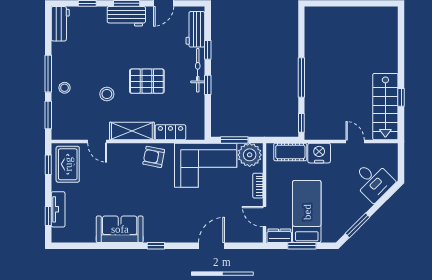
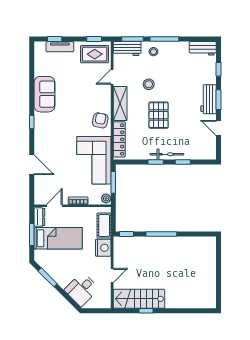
workbench: (195, 29) -> (127, 49), moved, turned 180
locker: (170, 132) -> (119, 139), width x1.53
plant: (250, 155) -> (106, 198), width x0.53, depth x0.53

